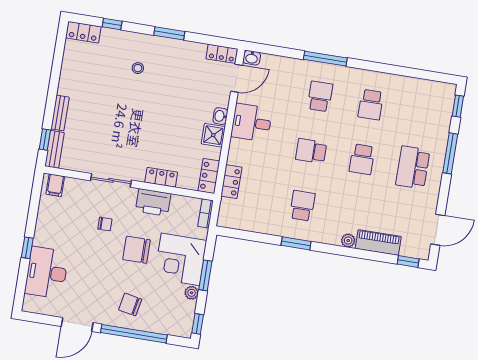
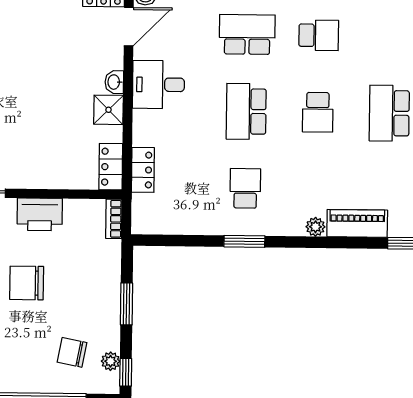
school desk: (320, 96) -> (247, 34), width x1.85
school desk: (371, 105) -> (319, 35), turned -90
school desk: (311, 151) -> (246, 111), width x1.85
locker: (161, 177) -> (46, 178), removed
corner desk: (180, 259) -> (89, 287), removed
plant: (192, 293) -> (111, 361), moved
chair: (130, 305) -> (72, 352), moved

